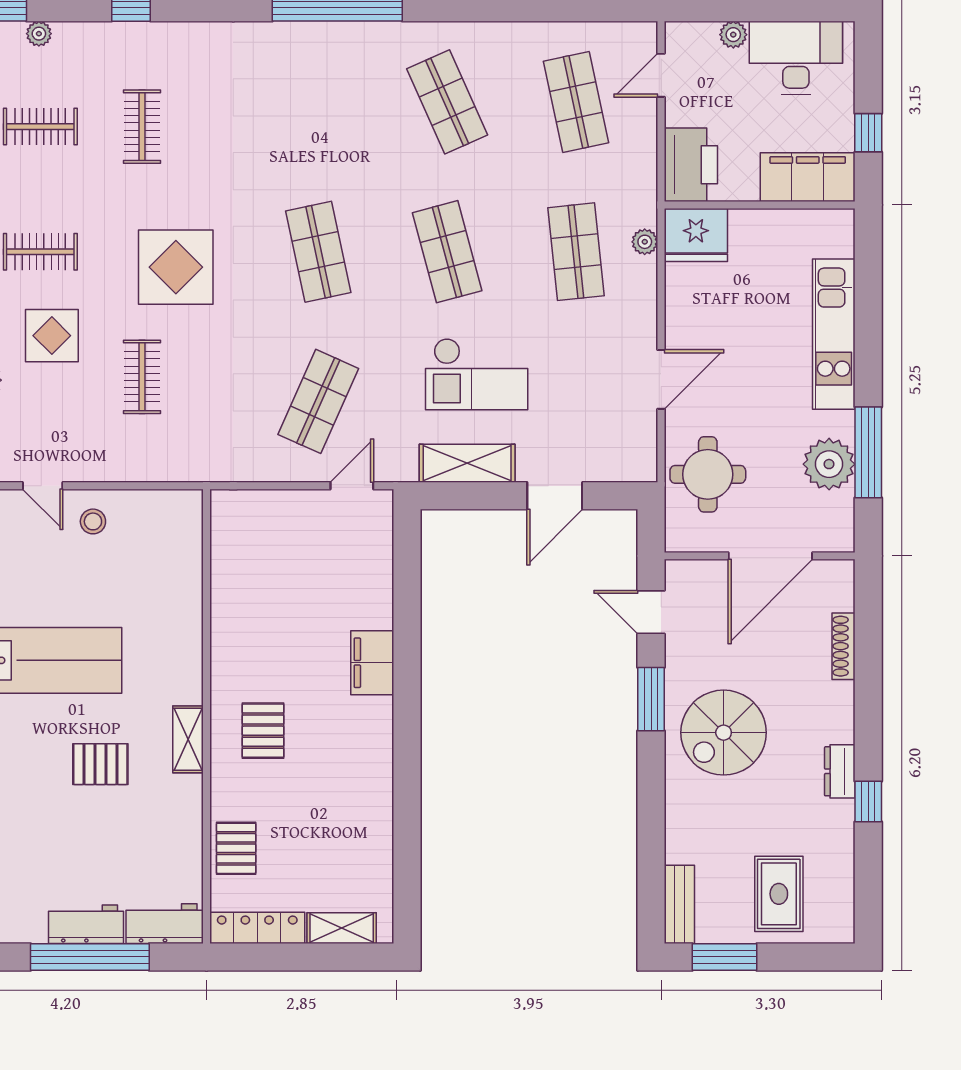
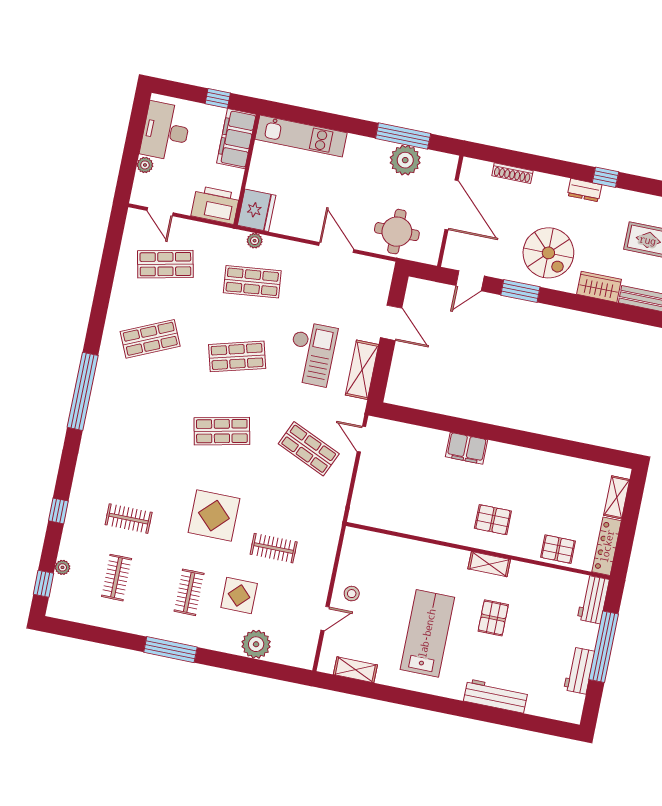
kitchen unit: (834, 334) -> (301, 136), moved
wardrobe: (684, 828) -> (599, 287), added
workbench: (86, 924) -> (579, 671), moved

